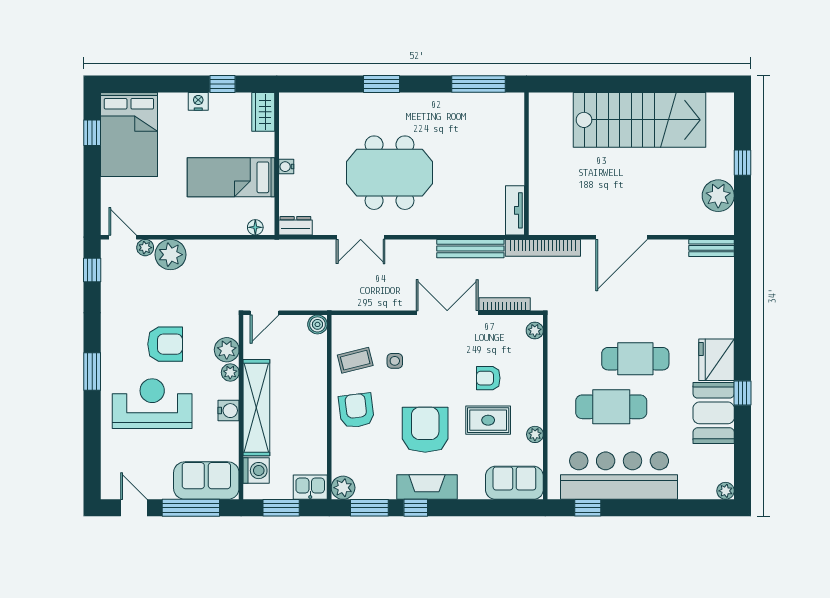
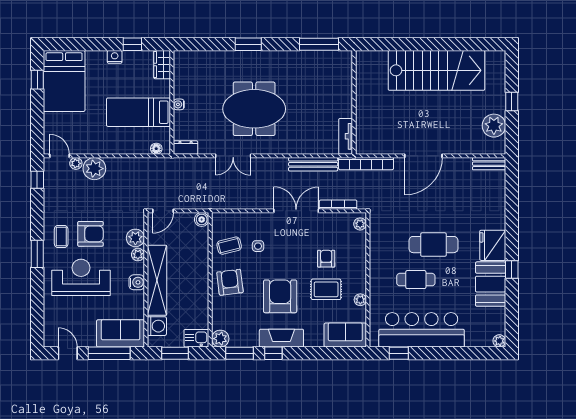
coffee table: (125, 348) -> (61, 237), added
armchair: (488, 378) -> (326, 259), turned 90
cafe table: (611, 407) -> (416, 280), width x0.73, depth x0.74

